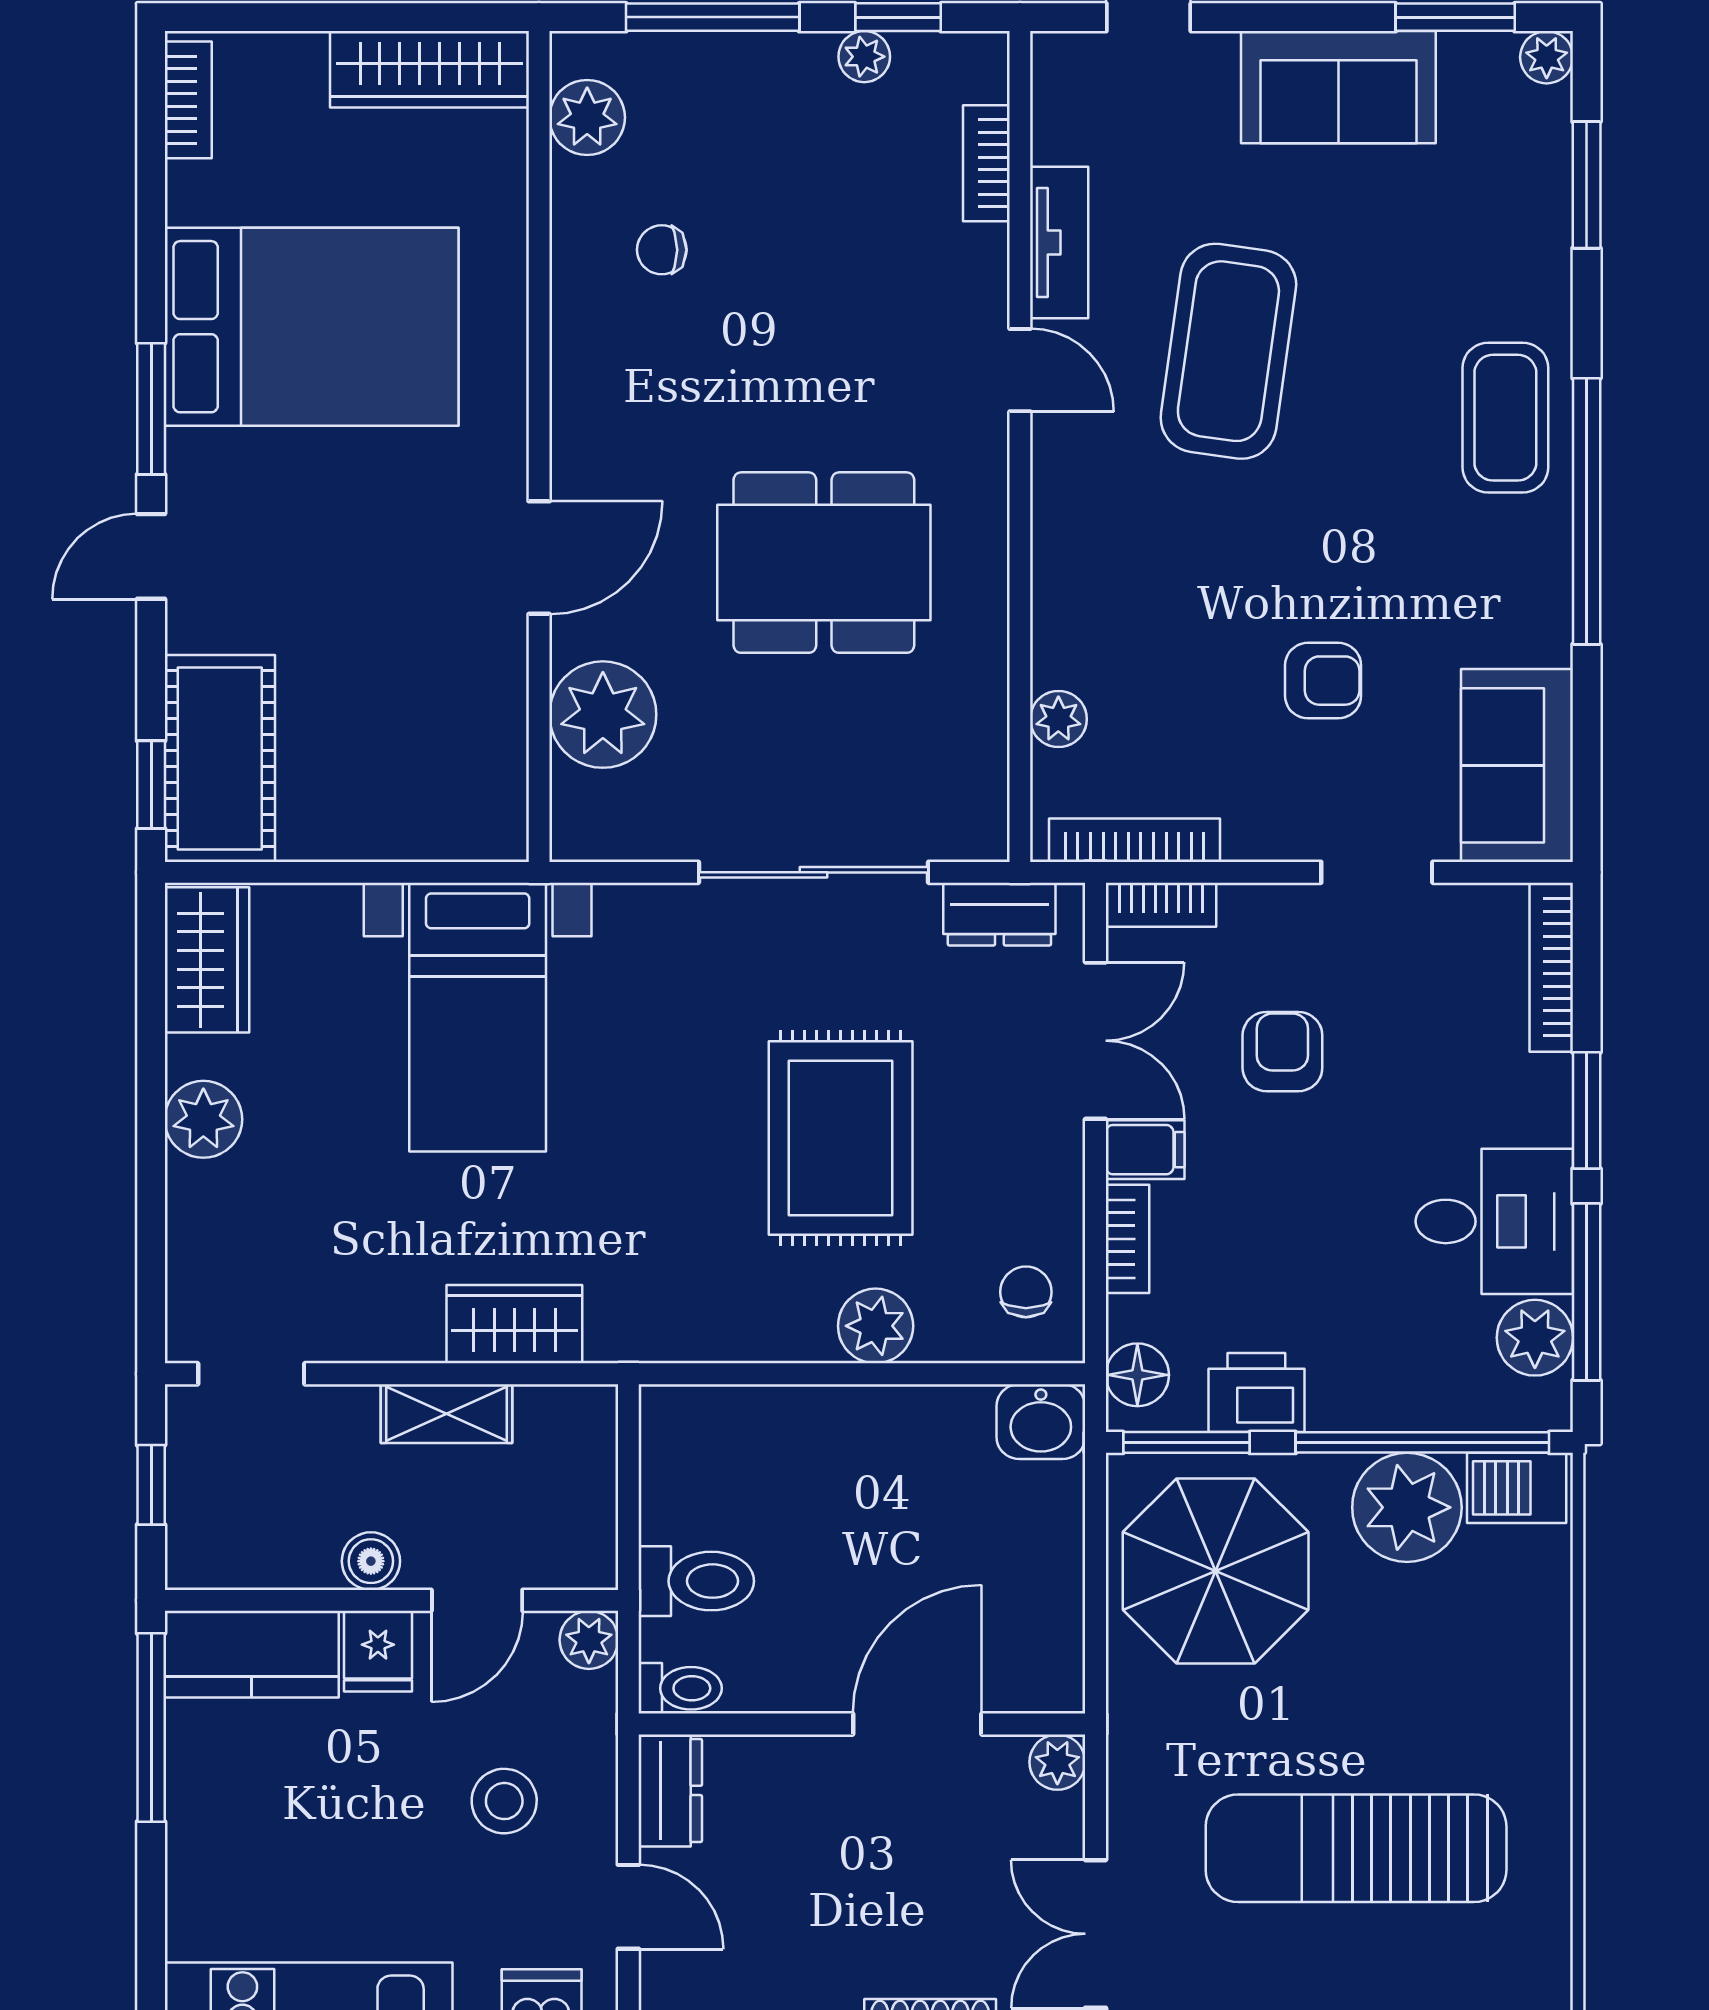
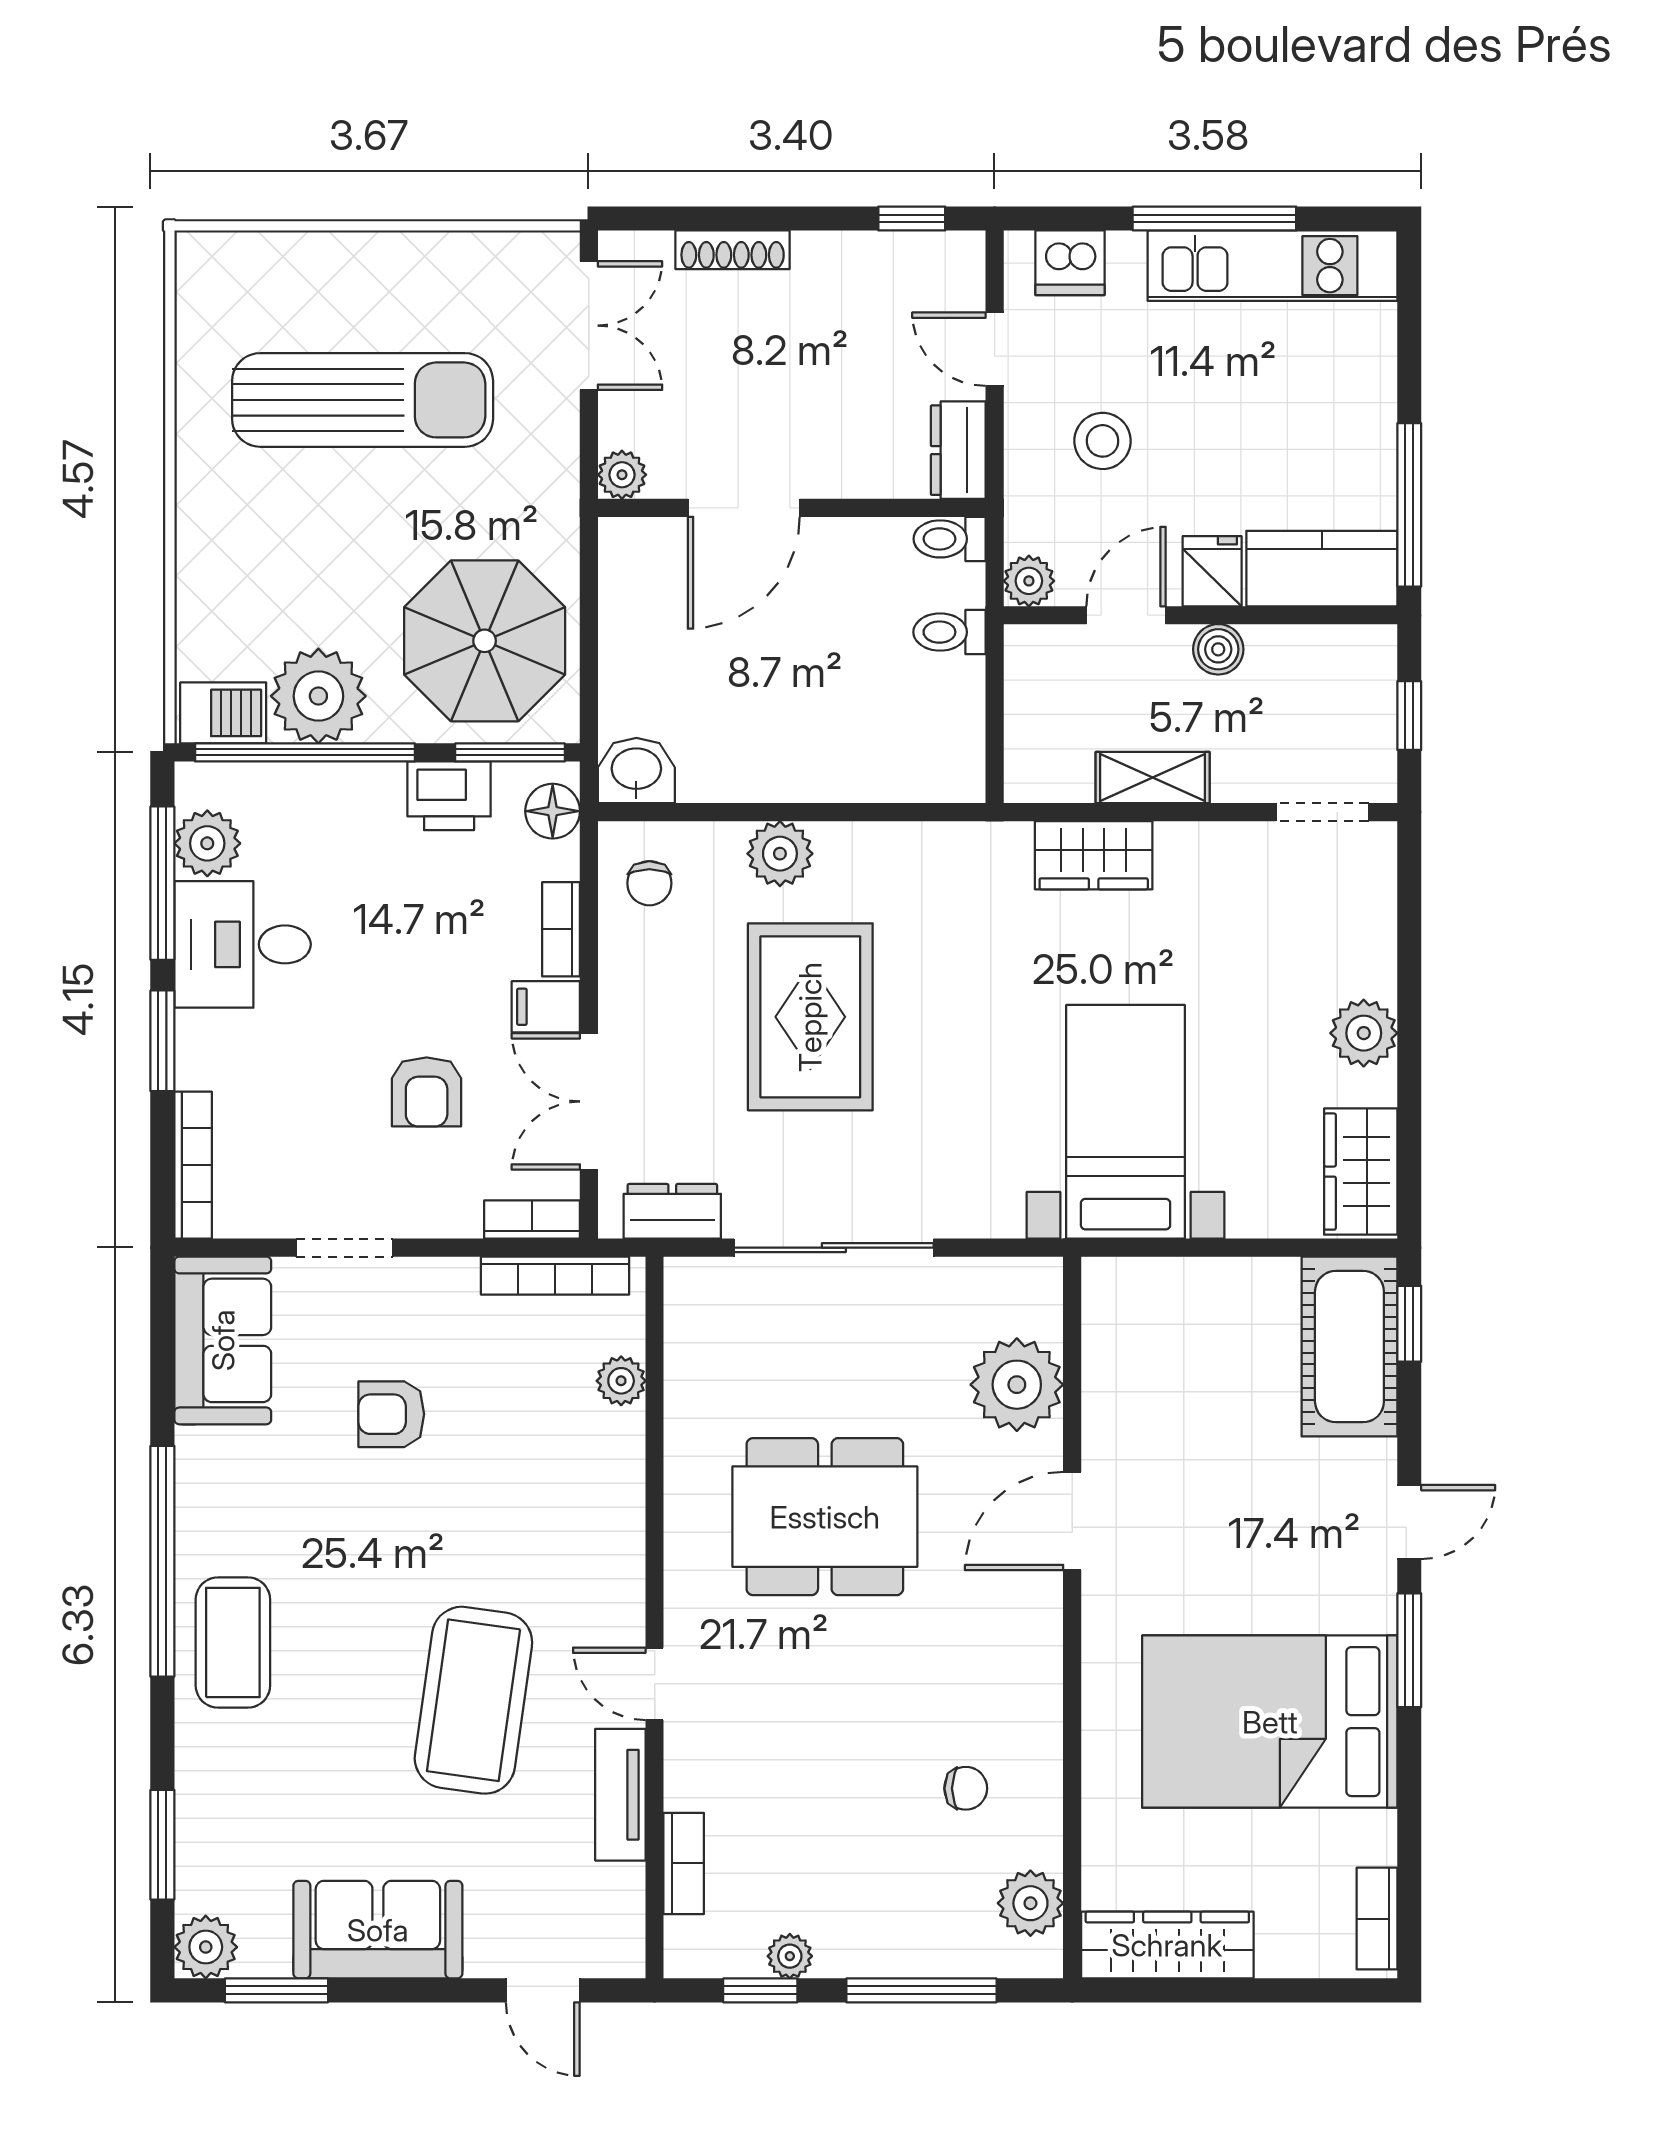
plant: (1547, 57) -> (206, 1947), width x1.38, depth x1.38
toilet: (696, 1581) -> (950, 632), width x0.73, depth x0.72

